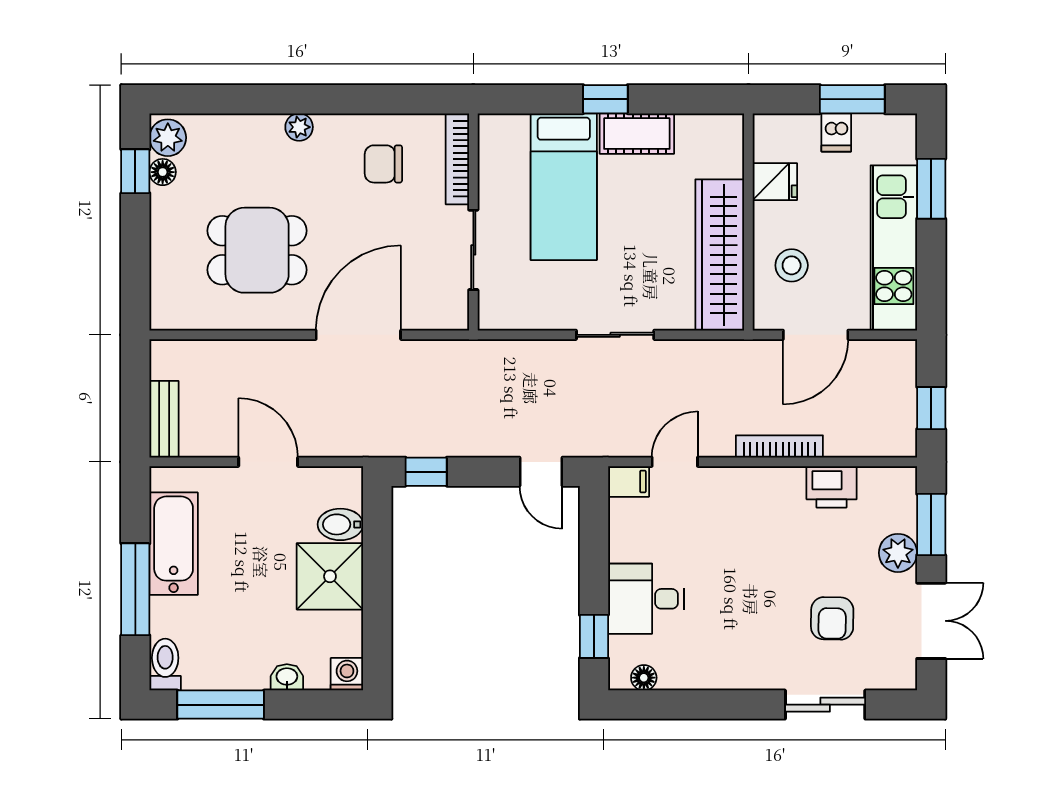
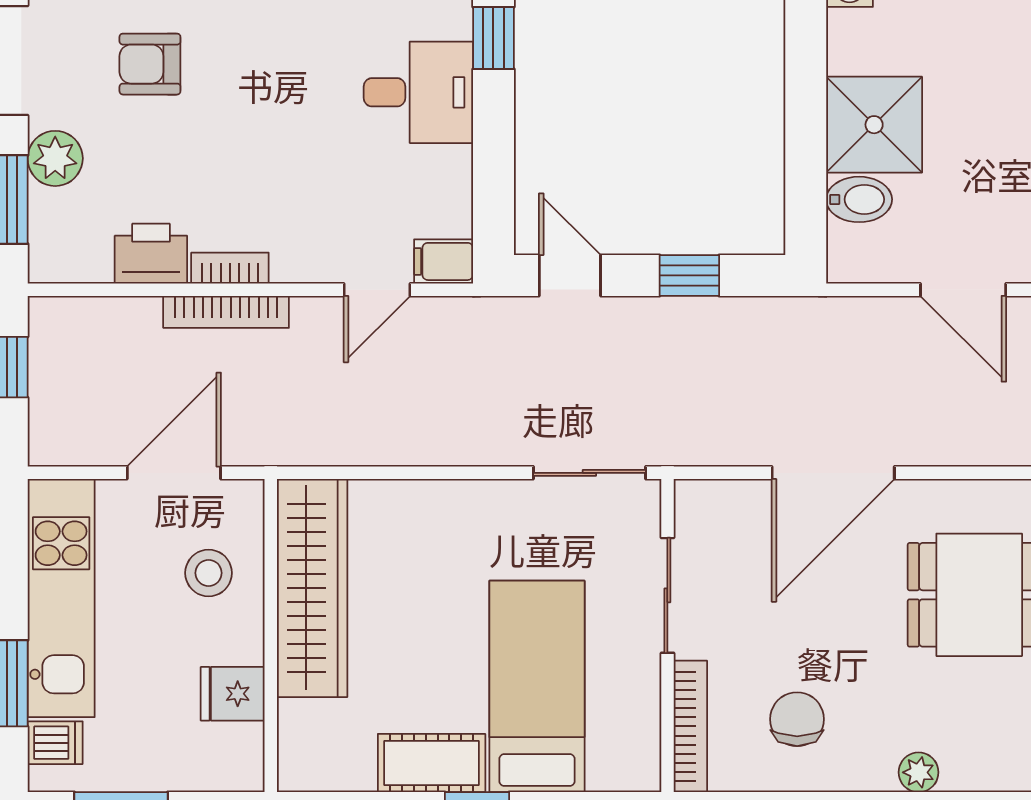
dishwasher: (836, 132) -> (55, 743), moved, turned 90
chair: (383, 164) -> (797, 719), turned -90
sliding door: (615, 335) -> (589, 473), moved
window: (426, 472) -> (689, 275), moved
bookcase: (777, 477) -> (230, 268), added
armchair: (832, 618) -> (150, 64), turned -91

